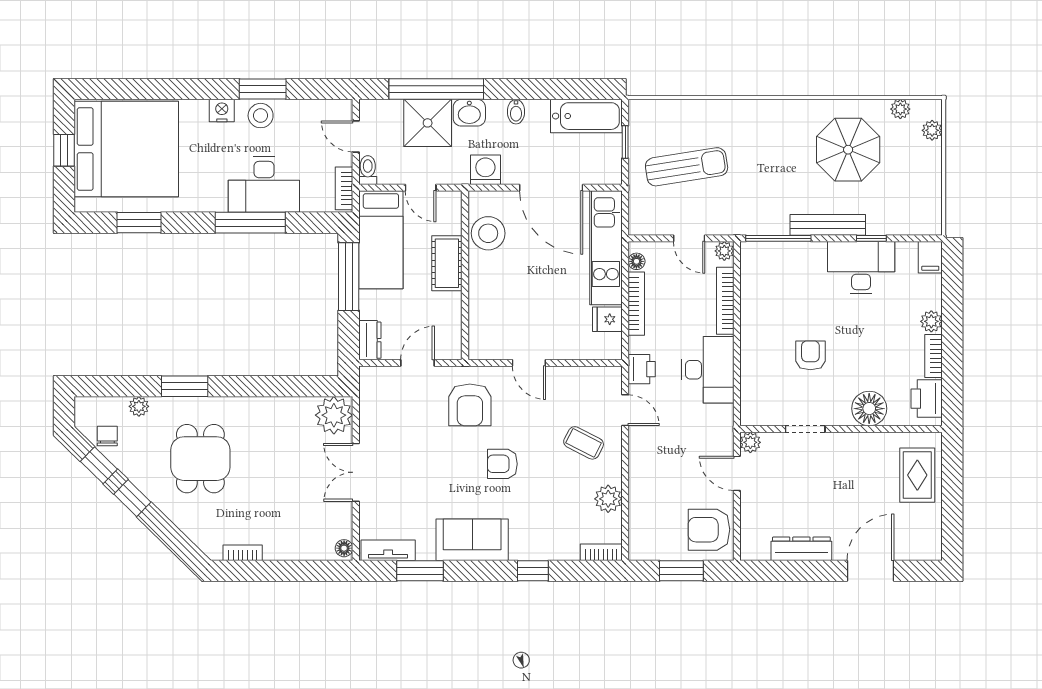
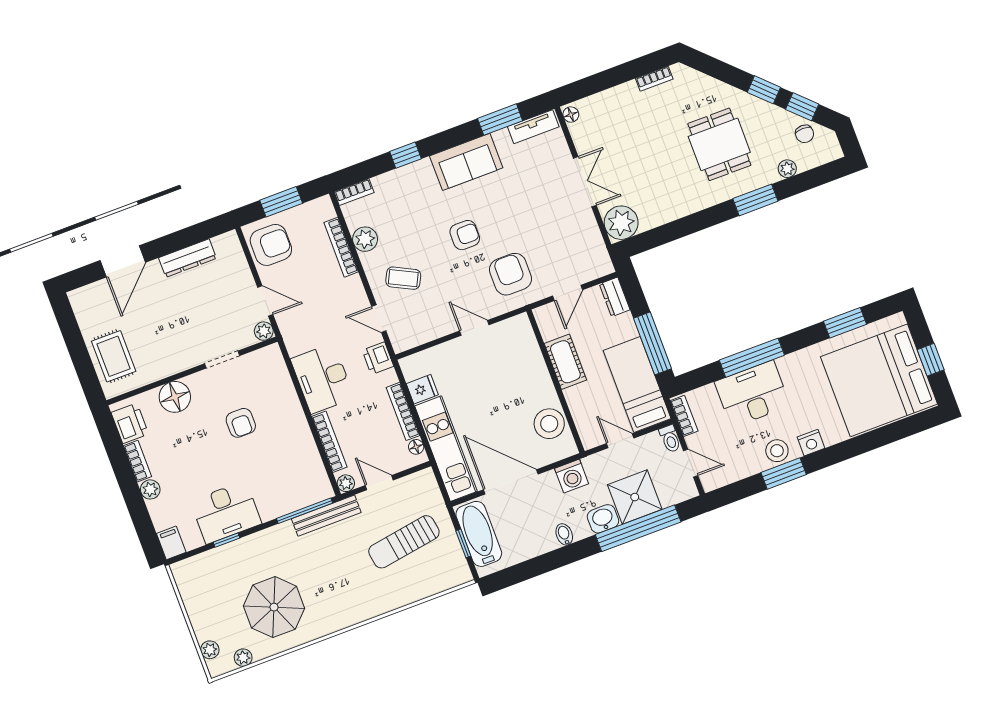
bathtub: (586, 116) -> (479, 534), moved, turned 90
bench: (828, 225) -> (326, 516), moved
cot: (447, 263) -> (565, 362), moved
bookcase: (636, 500) -> (341, 247), added

